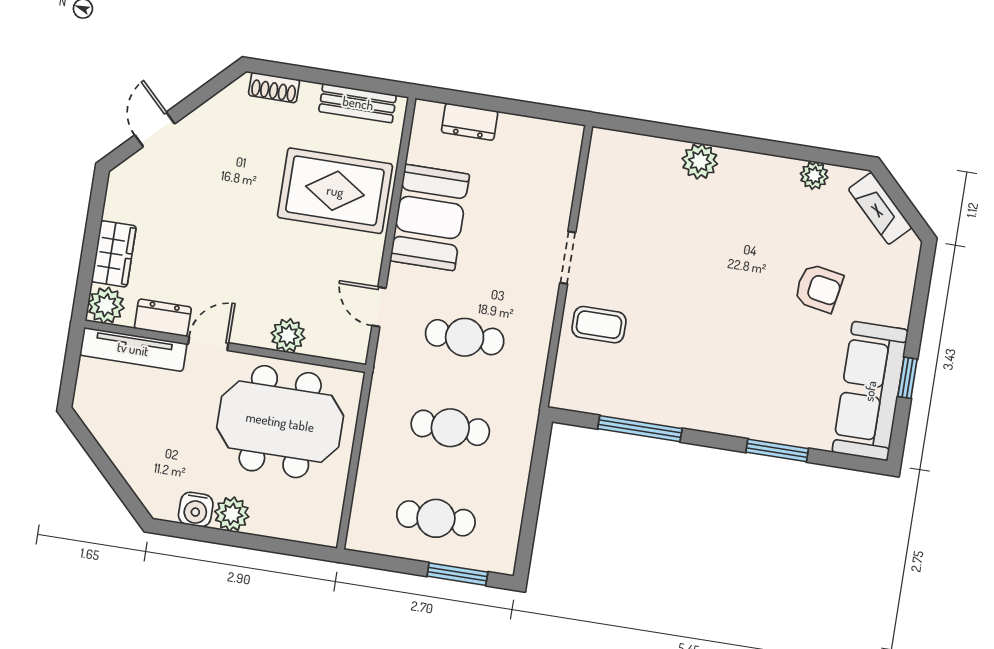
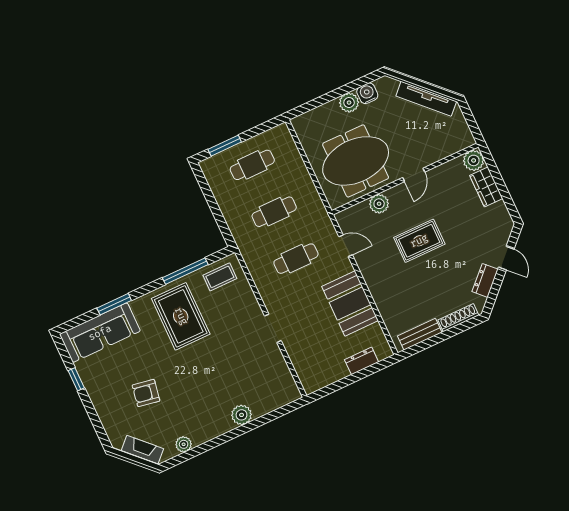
shoe rack: (274, 88) -> (458, 318), width x1.43
rug: (335, 191) -> (419, 241), moved, width x0.73, depth x0.70
dresser: (163, 318) -> (485, 280), moved, turned 135
coffee table: (599, 325) -> (220, 277), moved
tv unit: (133, 349) -> (426, 99), moved, turned -135
rug: (691, 367) -> (181, 316), added
sofa: (870, 391) -> (100, 333), moved, turned 90

